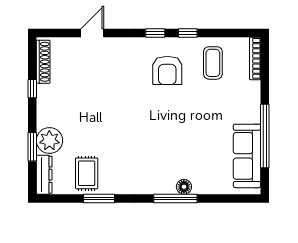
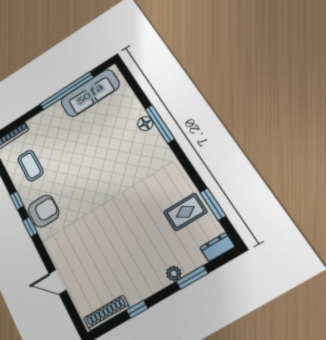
coffee table: (213, 63) -> (31, 166), turned 90
armchair: (167, 70) -> (44, 211), moved
plant: (49, 141) -> (174, 273), width x0.53, depth x0.53
dresser: (44, 175) -> (217, 247), width x0.70
window: (99, 198) -> (213, 204), moved

